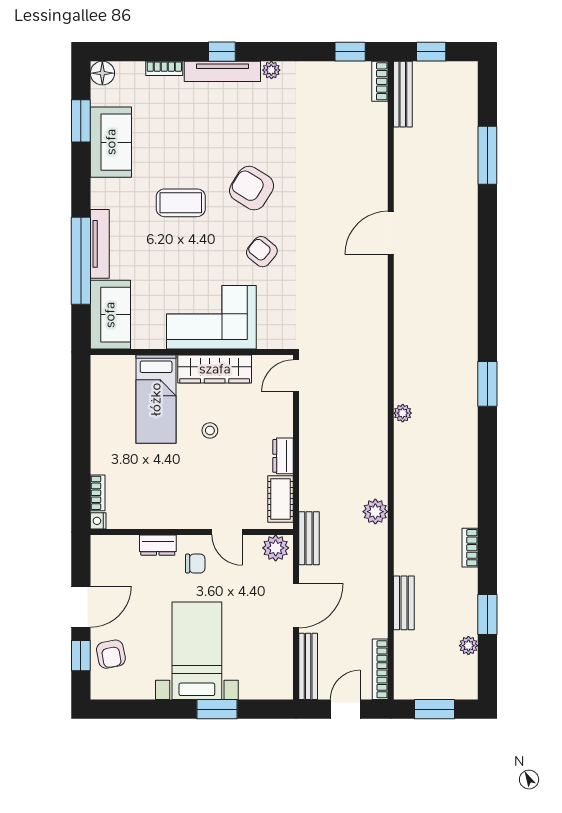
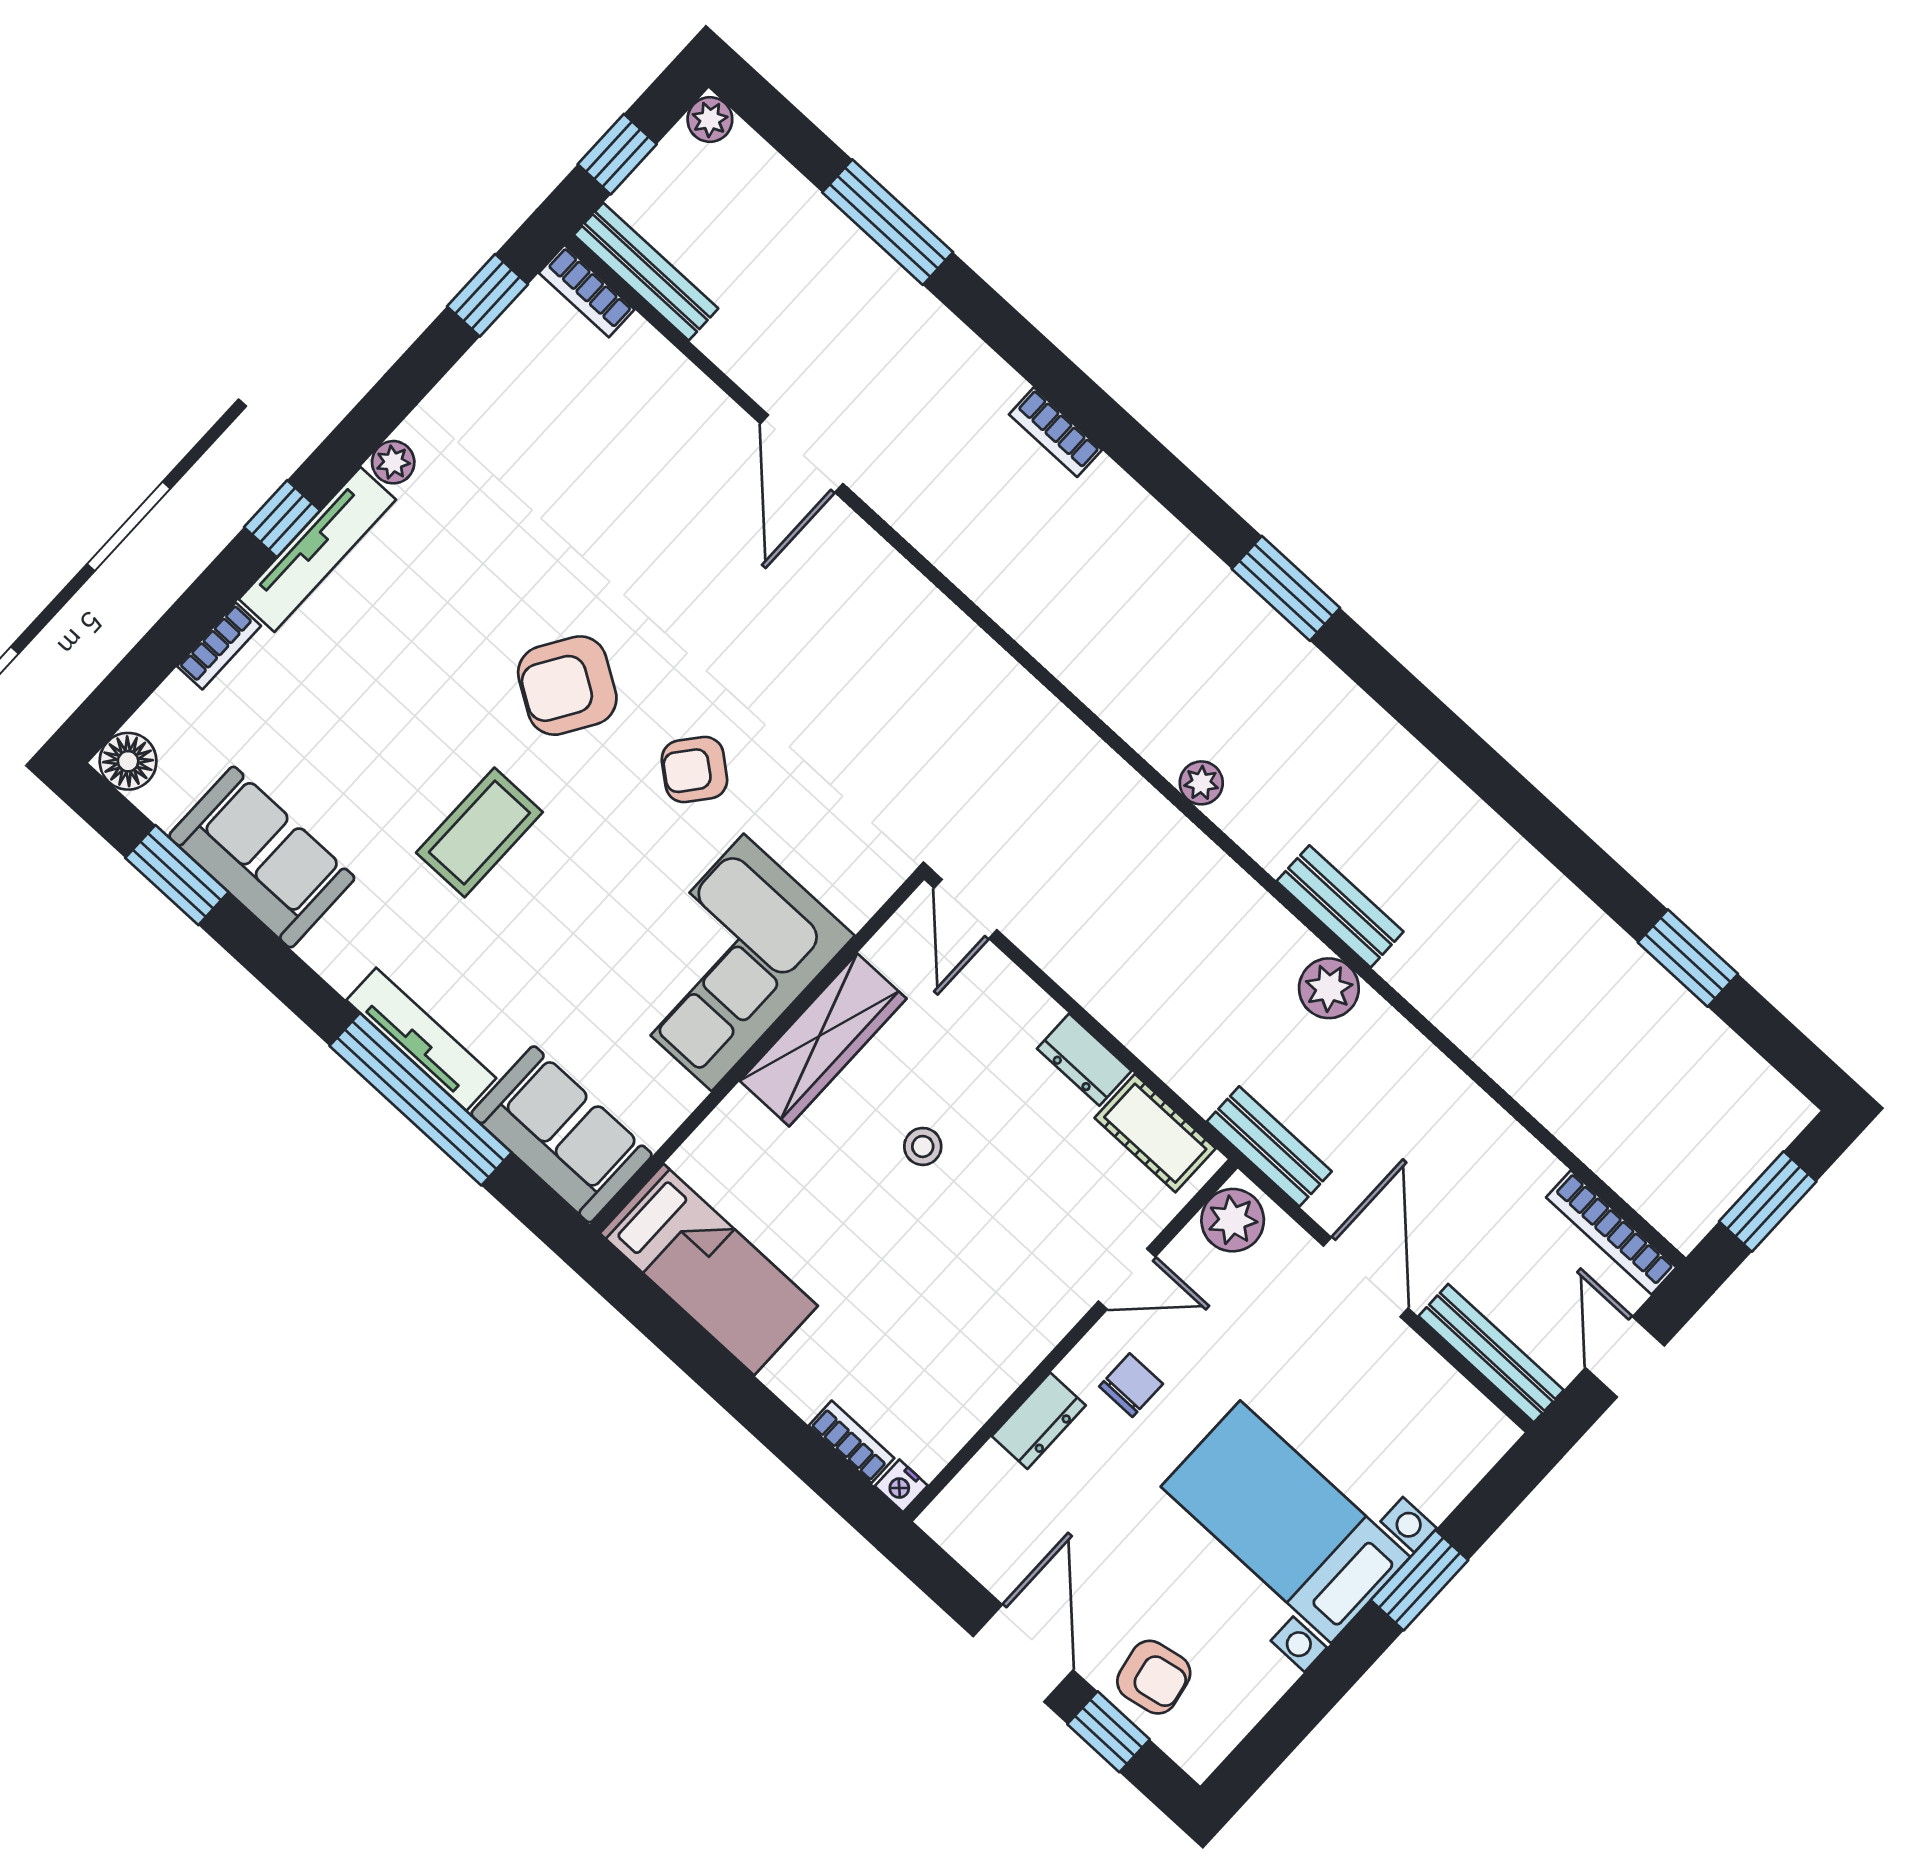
door: (391, 233) -> (802, 454), moved
bed: (156, 399) -> (709, 1270), moved
bookcase: (470, 548) -> (1055, 432), moved
bench: (404, 603) -> (1340, 906), moved
plant: (468, 646) -> (710, 119), moved

